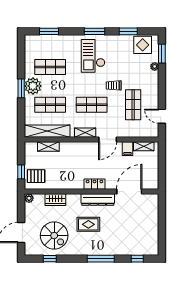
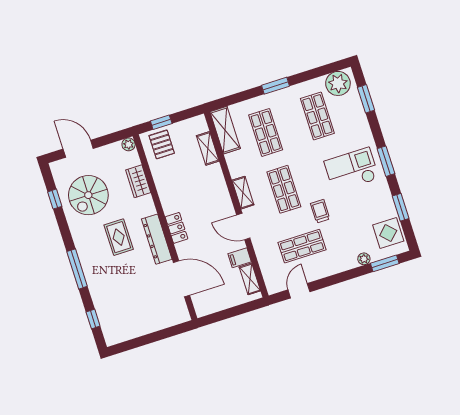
plant: (33, 86) -> (338, 83), moved
shelving: (47, 131) -> (225, 130), width x0.68

